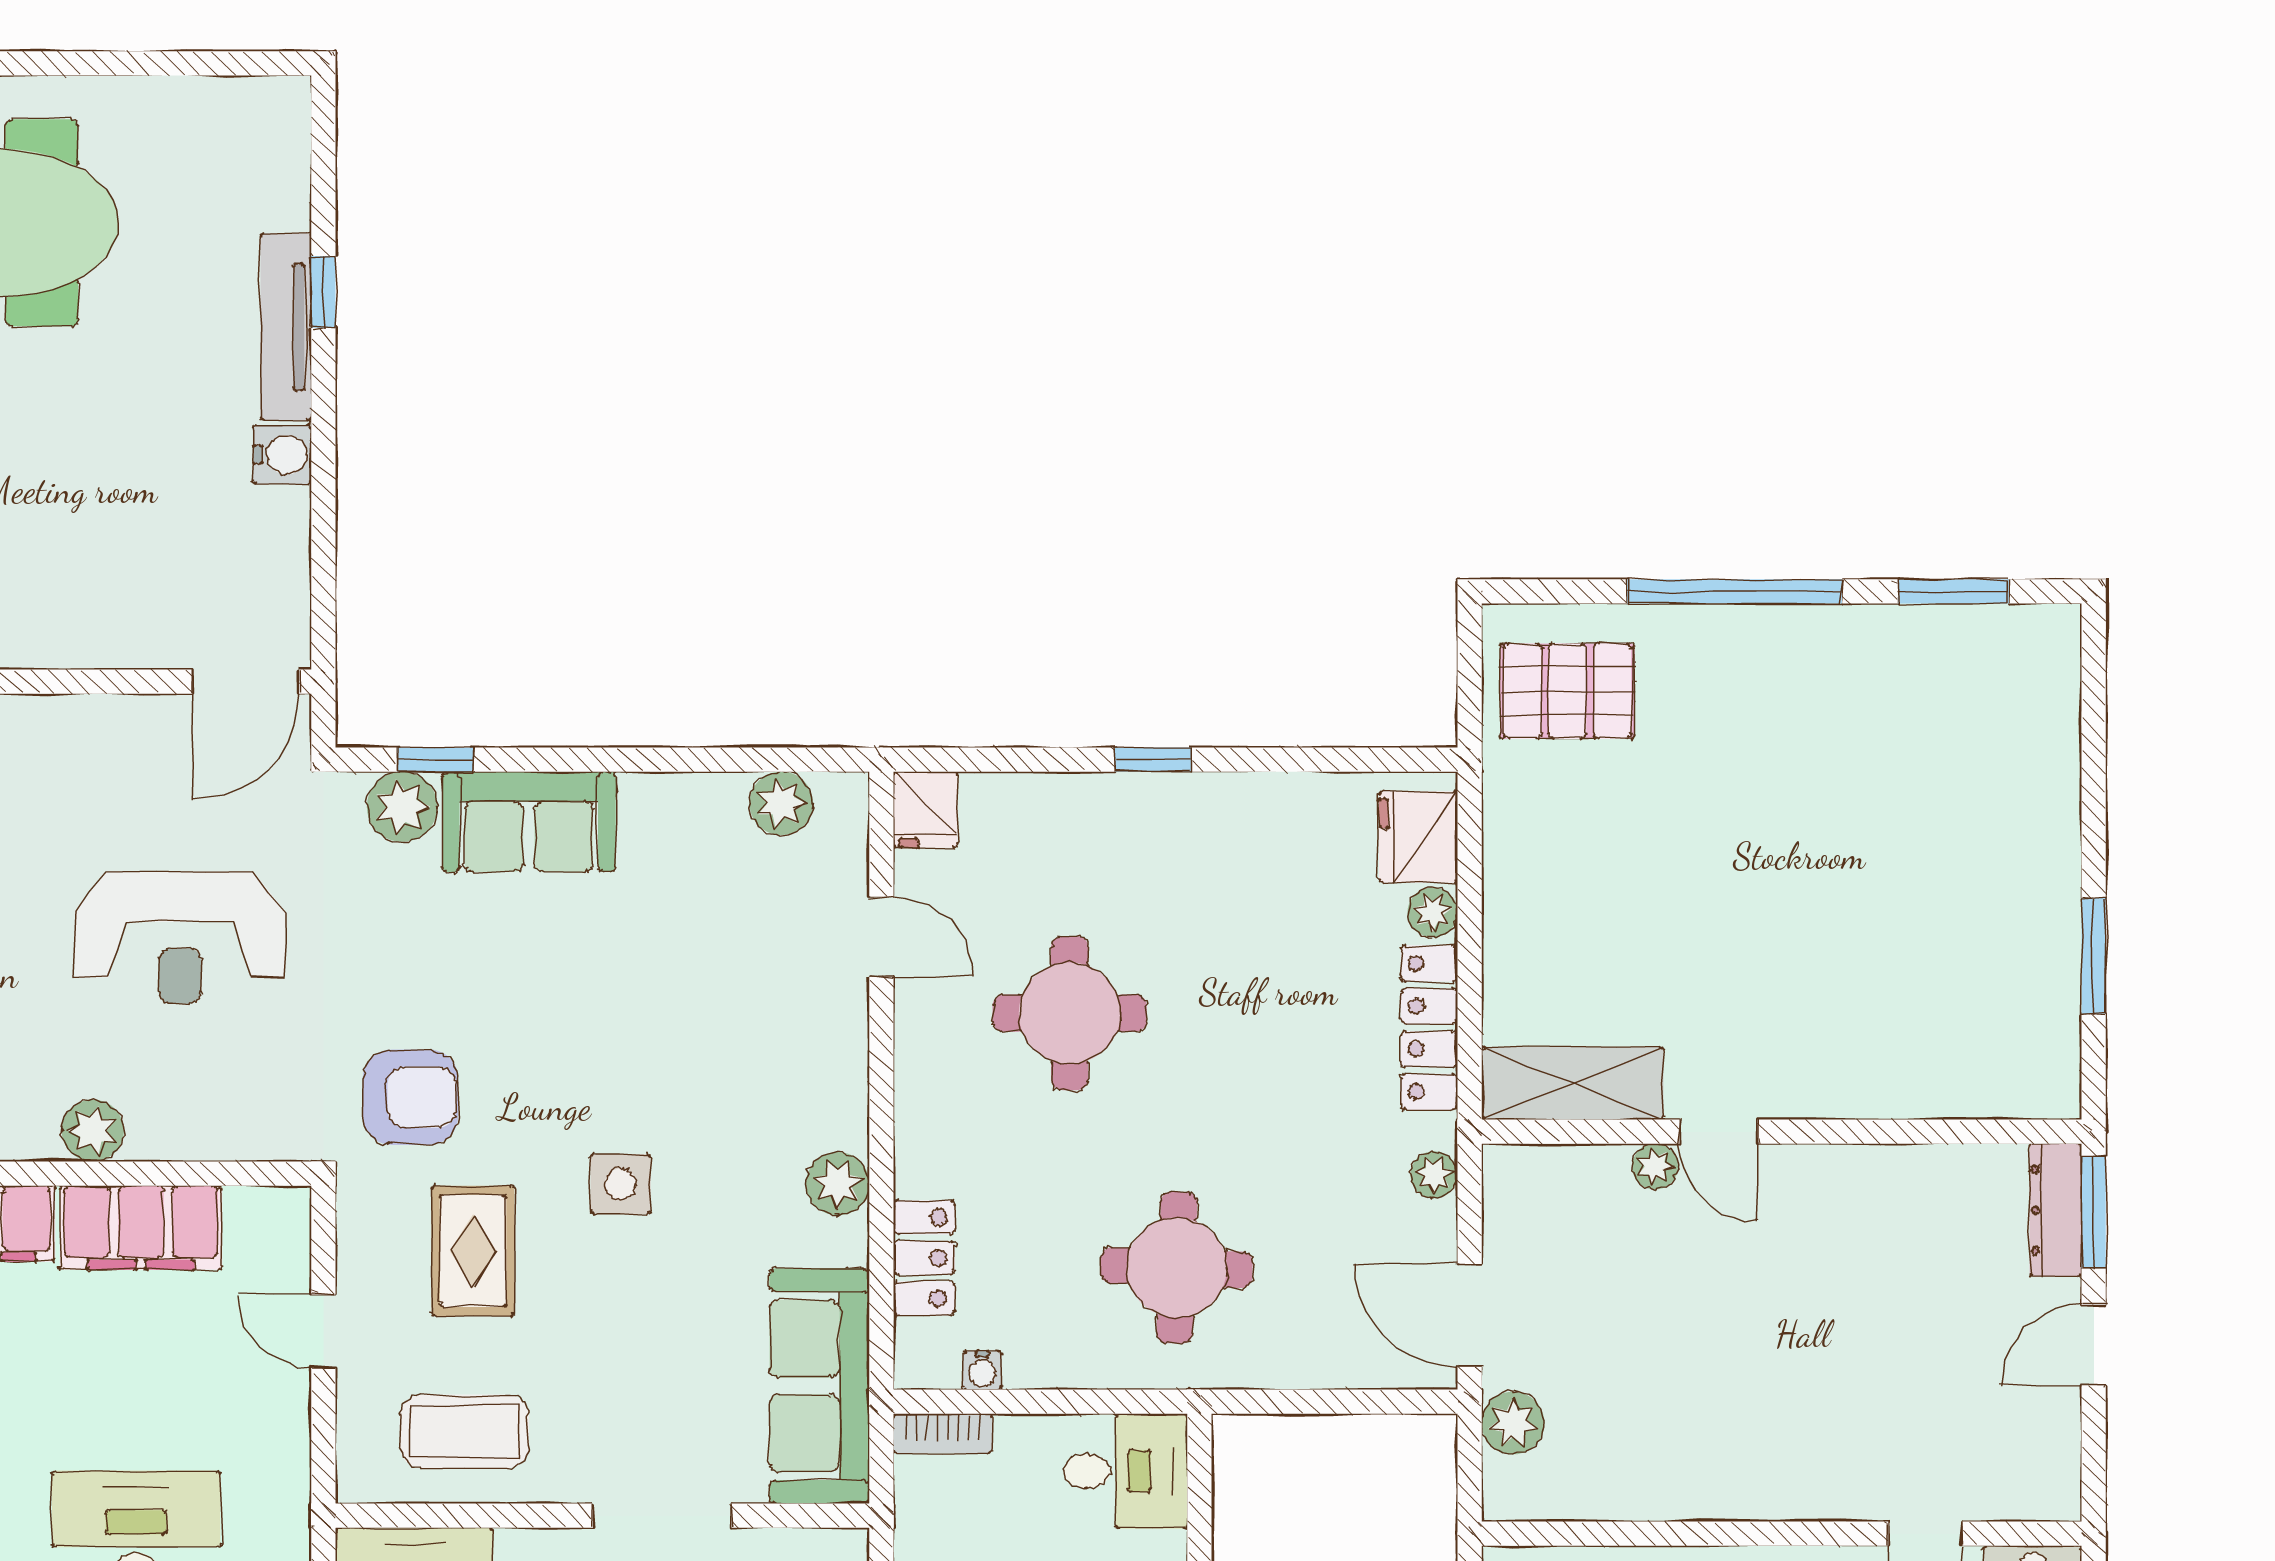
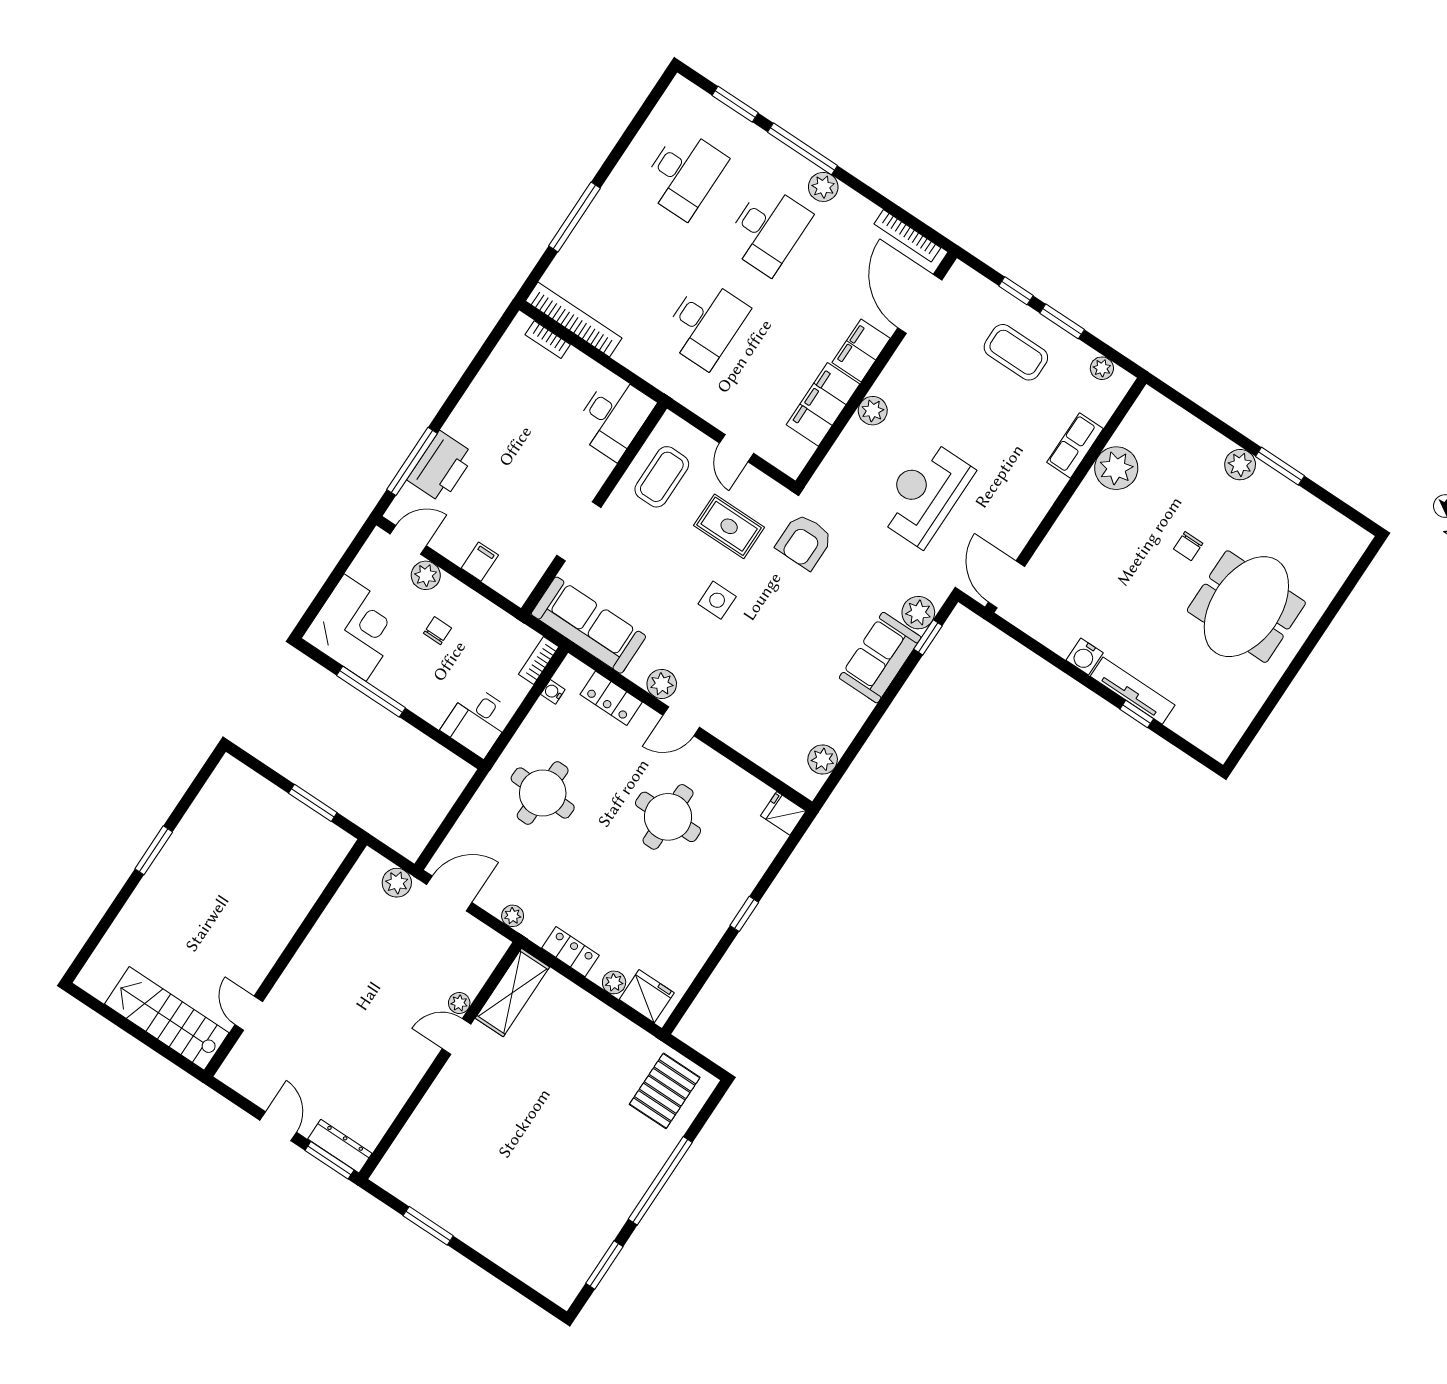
door: (881, 937) -> (681, 721), moved
locker: (1429, 1028) -> (570, 952), width x0.66
door: (323, 1331) -> (737, 448), swing flipped

